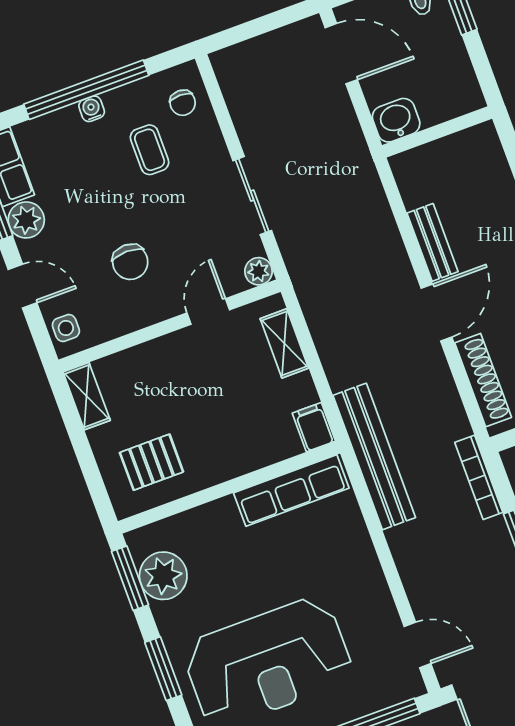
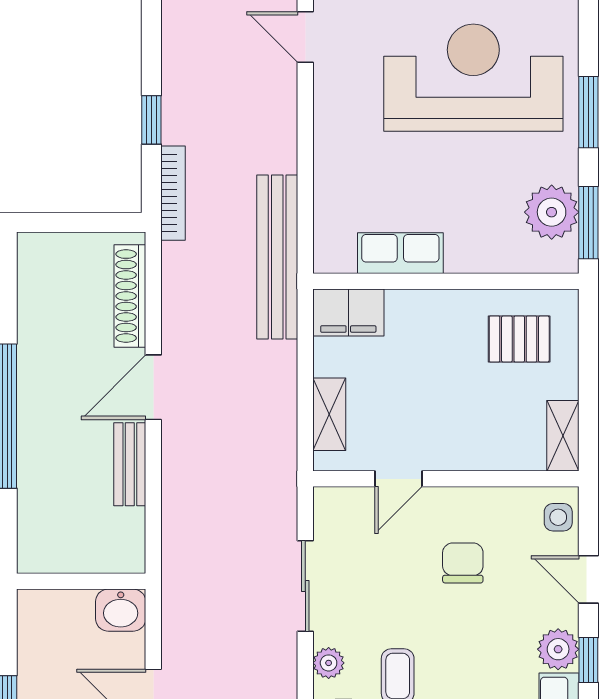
plant: (258, 271) -> (329, 663), moved
filing cabinet: (314, 427) -> (348, 312), width x2.00
row of seats: (291, 490) -> (400, 253), width x0.68

